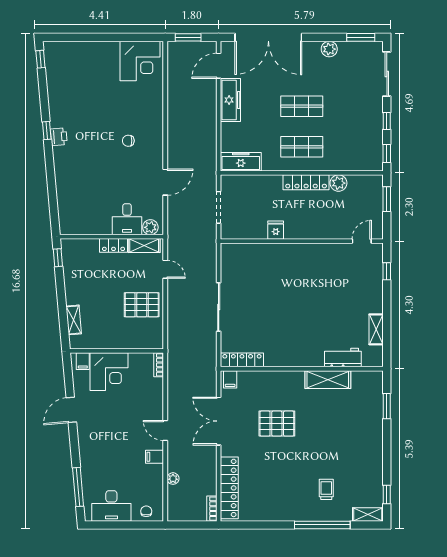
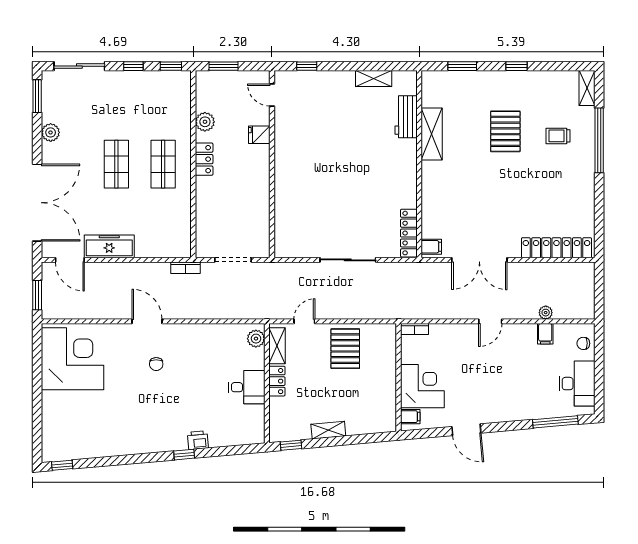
corner desk: (140, 61) -> (73, 359), width x1.36, depth x1.36
window: (47, 130) -> (184, 455), moved
printer: (59, 137) -> (198, 440), moved
freezer: (241, 162) -> (180, 234), removed
door: (165, 182) -> (147, 321), moved
locker: (306, 182) -> (204, 159), width x0.66
desk: (127, 219) -> (247, 387), moved
fridge: (276, 230) -> (259, 135), moved
shelving: (74, 320) -> (328, 430), moved
pallet: (277, 424) -> (505, 131), moved
filing cabinet: (155, 457) -> (545, 334), moved
window: (387, 495) -> (516, 66), moved
bookcase: (212, 509) -> (186, 268), moved

